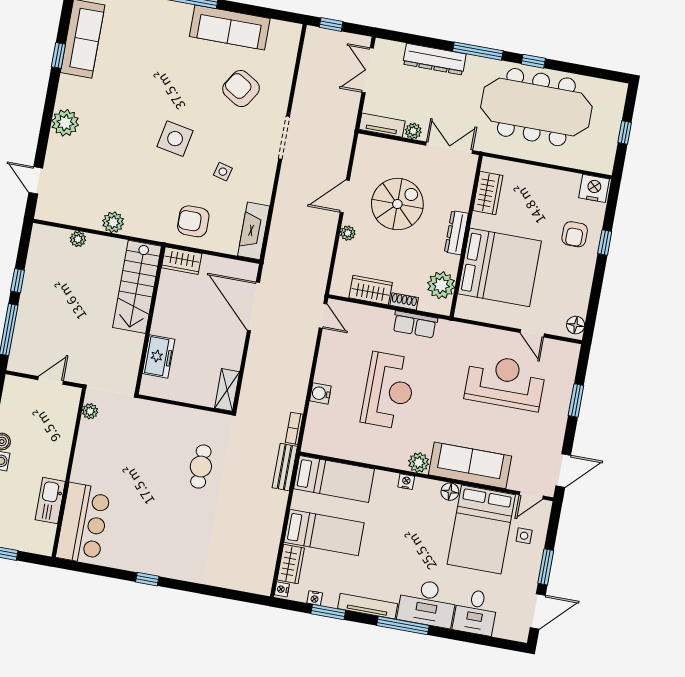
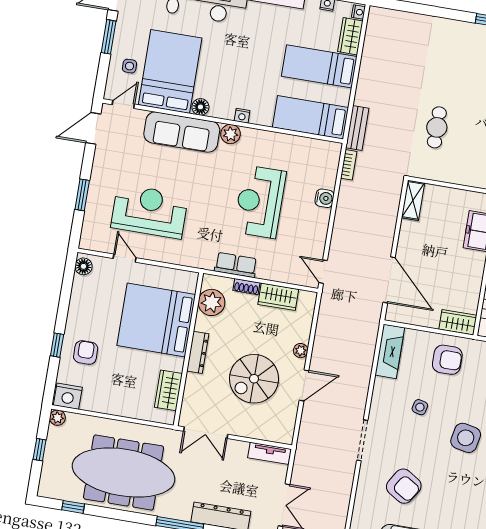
window: (533, 61) -> (73, 507), moved
plant: (413, 131) -> (57, 418), moved
reception desk: (505, 382) -> (149, 211), turned 180

